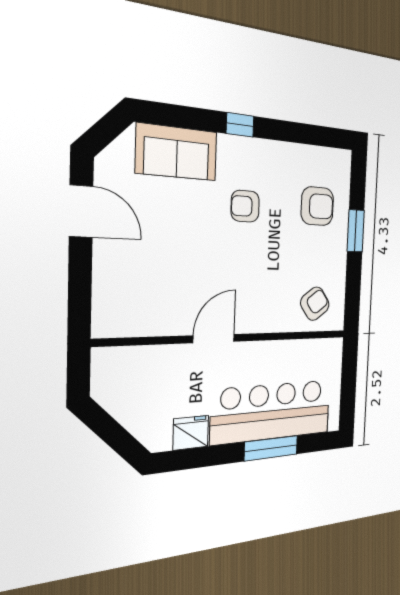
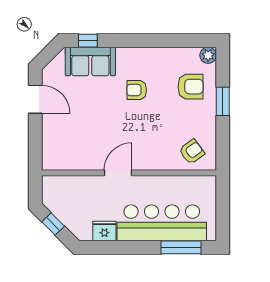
window: (240, 125) -> (88, 41), moved
plant: (341, 161) -> (208, 55), added
window: (109, 430) -> (53, 224), added
window: (271, 448) -> (181, 247), moved

